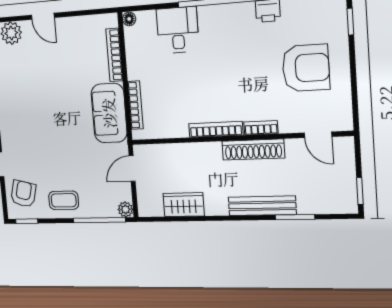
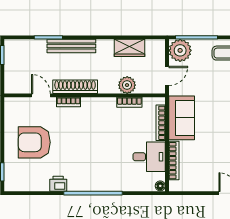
desk: (178, 30) -> (149, 157), moved, turned -90
bookcase: (216, 129) -> (129, 102), moved, width x0.64
door: (318, 135) -> (41, 95), moved
plant: (183, 154) -> (127, 85), added
plant: (125, 209) -> (180, 50), width x1.88, depth x1.88

